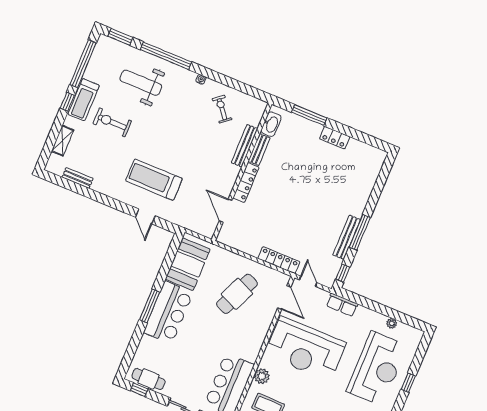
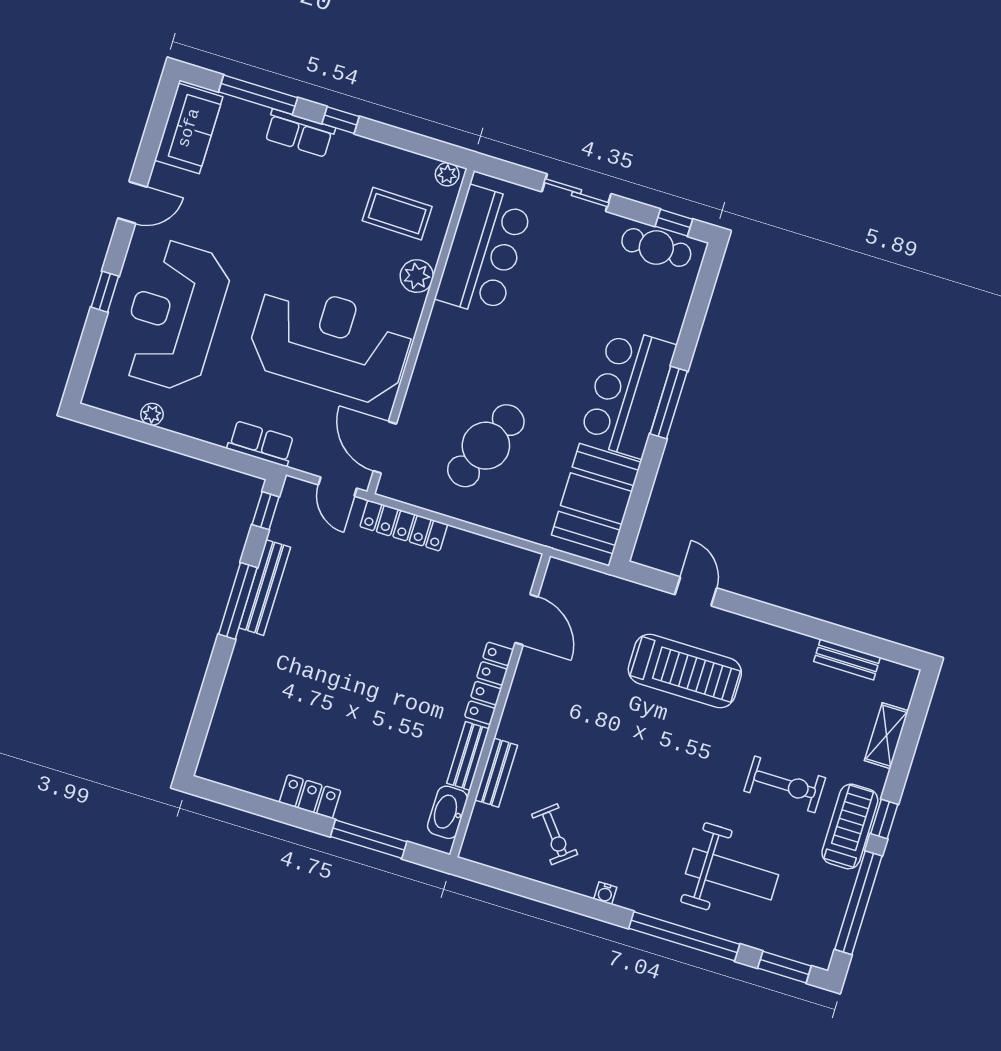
bench: (244, 146) -> (496, 773), width x0.73

